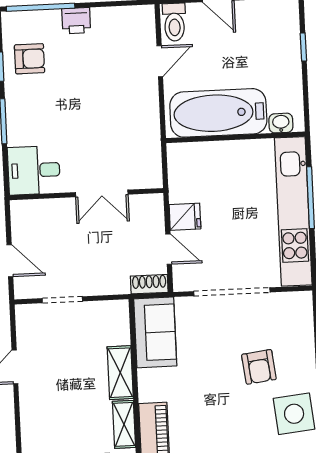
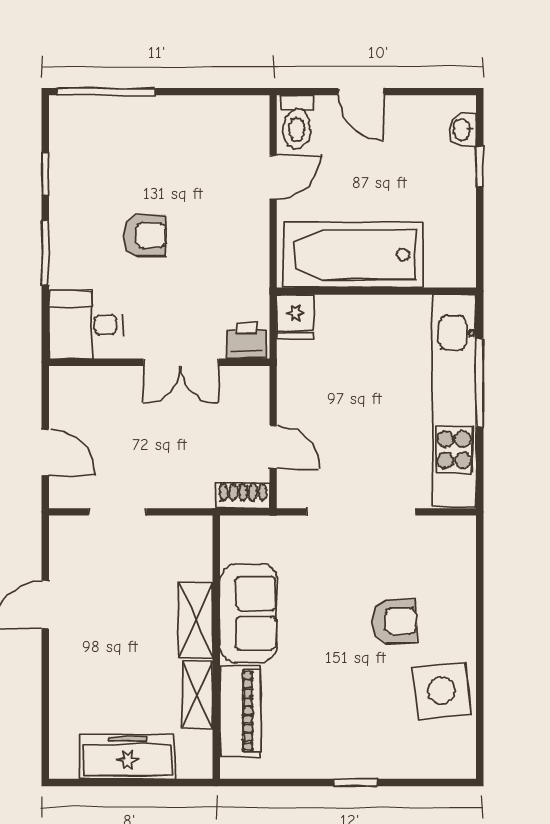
printer: (76, 21) -> (246, 341), moved, turned 180
armchair: (30, 59) -> (145, 235), moved
washbasin: (281, 123) -> (462, 130), moved, turned -90
fridge: (185, 217) -> (295, 317), moved, turned 90
sofa: (155, 332) -> (248, 613), moved
armchair: (259, 367) -> (395, 621), turned -83

